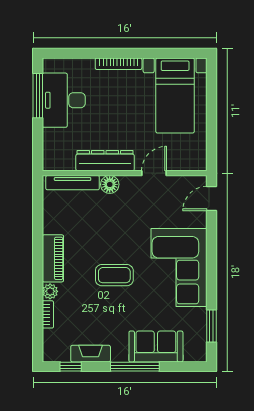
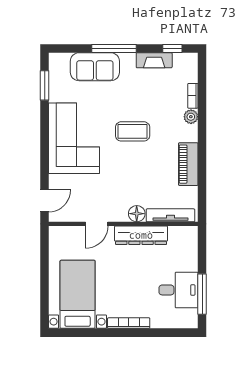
desk: (64, 100) -> (178, 290), width x0.73
piano: (53, 258) -> (188, 164), moved

